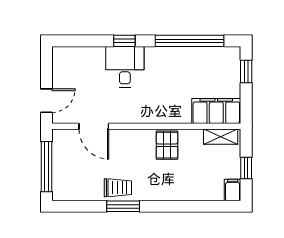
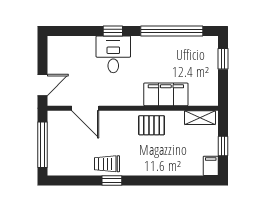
filing cabinet: (216, 111) -> (166, 94), moved
pallet: (167, 145) -> (152, 125), turned 90
trolley: (118, 188) -> (107, 164), turned 180
window: (123, 206) -> (112, 181), width x0.67

